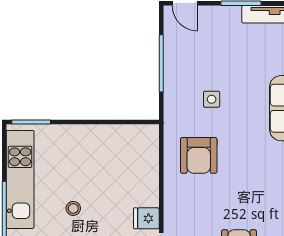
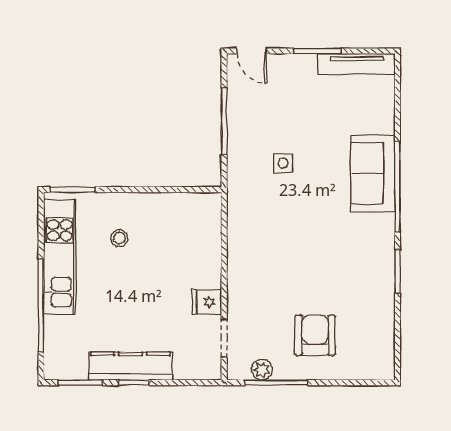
armchair: (199, 155) -> (268, 229), removed
stool: (73, 208) -> (119, 238), moved

